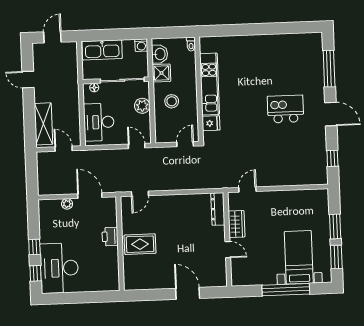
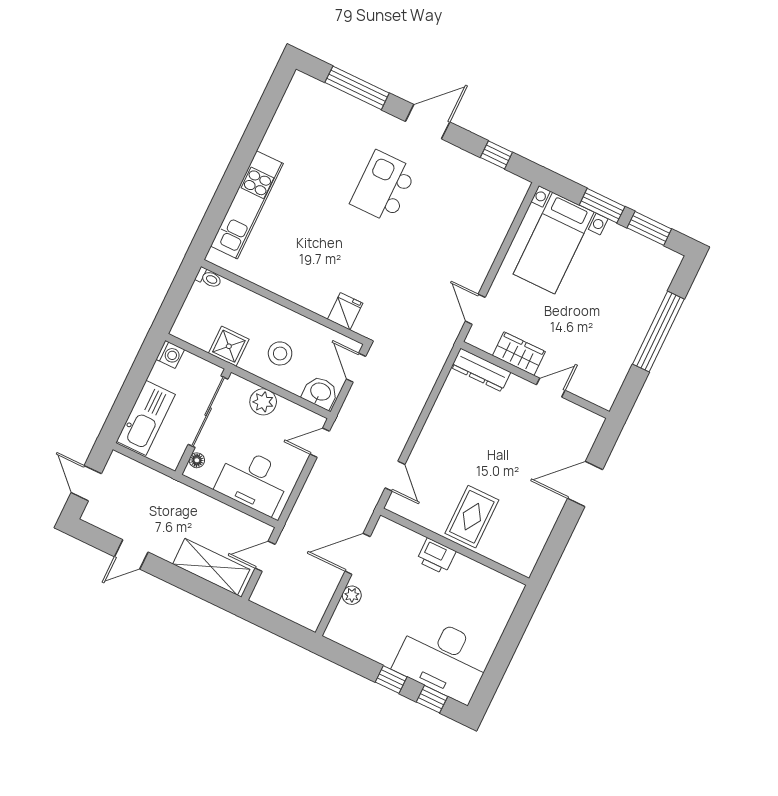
washbasin: (160, 54) -> (320, 392), moved
kitchen unit: (210, 84) -> (247, 205), moved, turned 90
bed with nightstands: (299, 257) -> (554, 243), moved, turned -90

